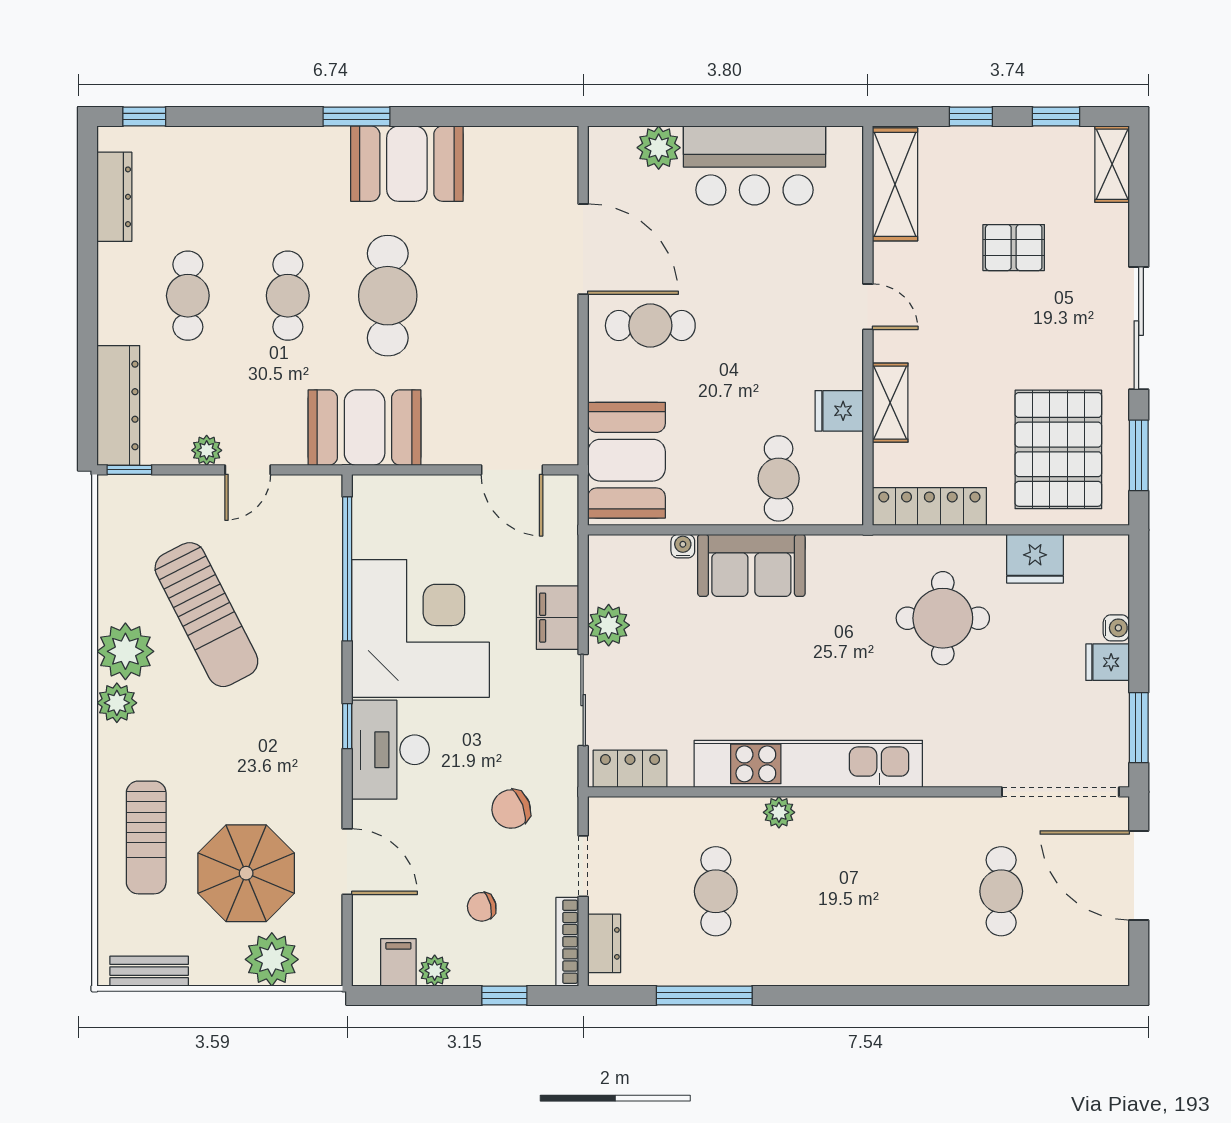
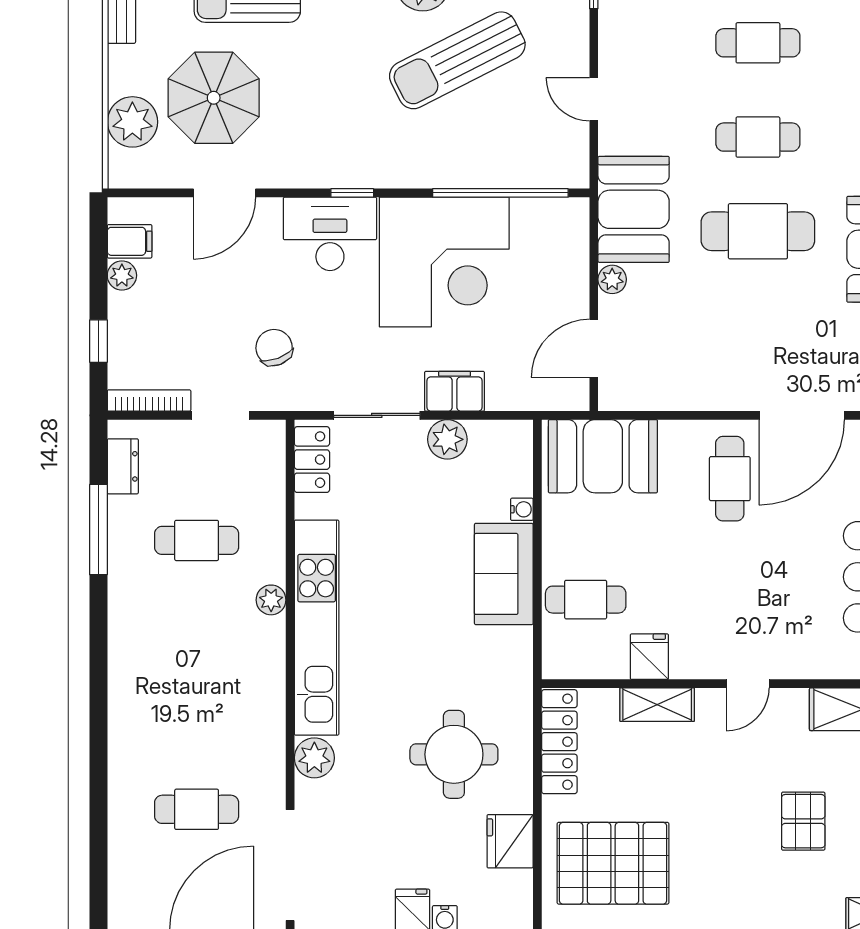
plant: (207, 450) -> (612, 279), moved
plant: (947, 766) -> (314, 758), added
chair: (482, 907) -> (182, 320), removed
dresser: (604, 943) -> (123, 466), moved, turned -90

